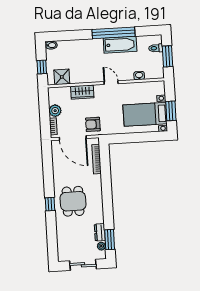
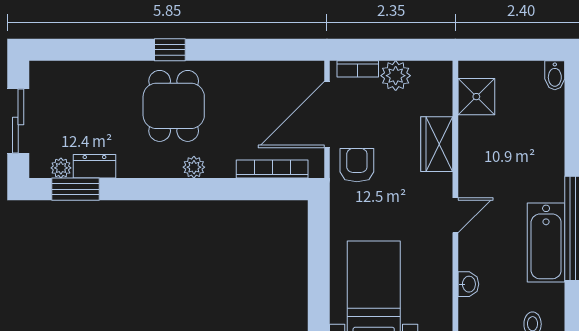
window: (42, 67) -> (503, 50), removed
plant: (98, 191) -> (194, 167), added
dining table: (73, 201) -> (174, 106), turned 90

